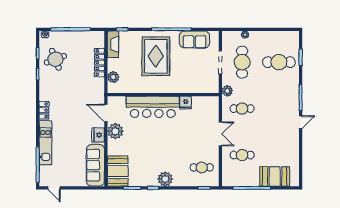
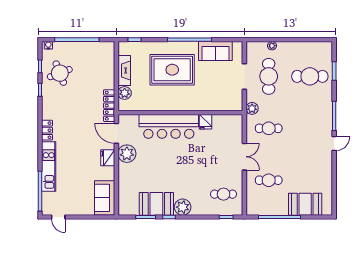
fireplace: (113, 44) -> (124, 70), moved
rug: (156, 56) -> (172, 70), turned 90
locker: (99, 63) -> (109, 106), moved
sofa: (95, 165) -> (105, 198), width x0.73
booth: (118, 171) -> (156, 204), moved, turned 90

